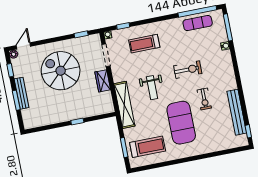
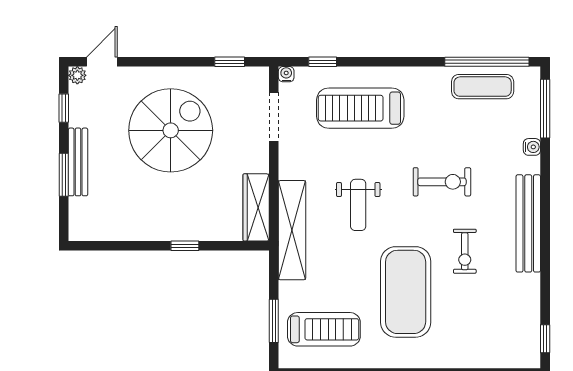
treadmill: (144, 44) -> (360, 108), width x1.37, depth x1.38
spiral stairs: (61, 71) -> (171, 130), turned 90
wardrobe: (103, 81) -> (256, 207), moved, width x1.50
bench: (237, 112) -> (528, 223), moved

